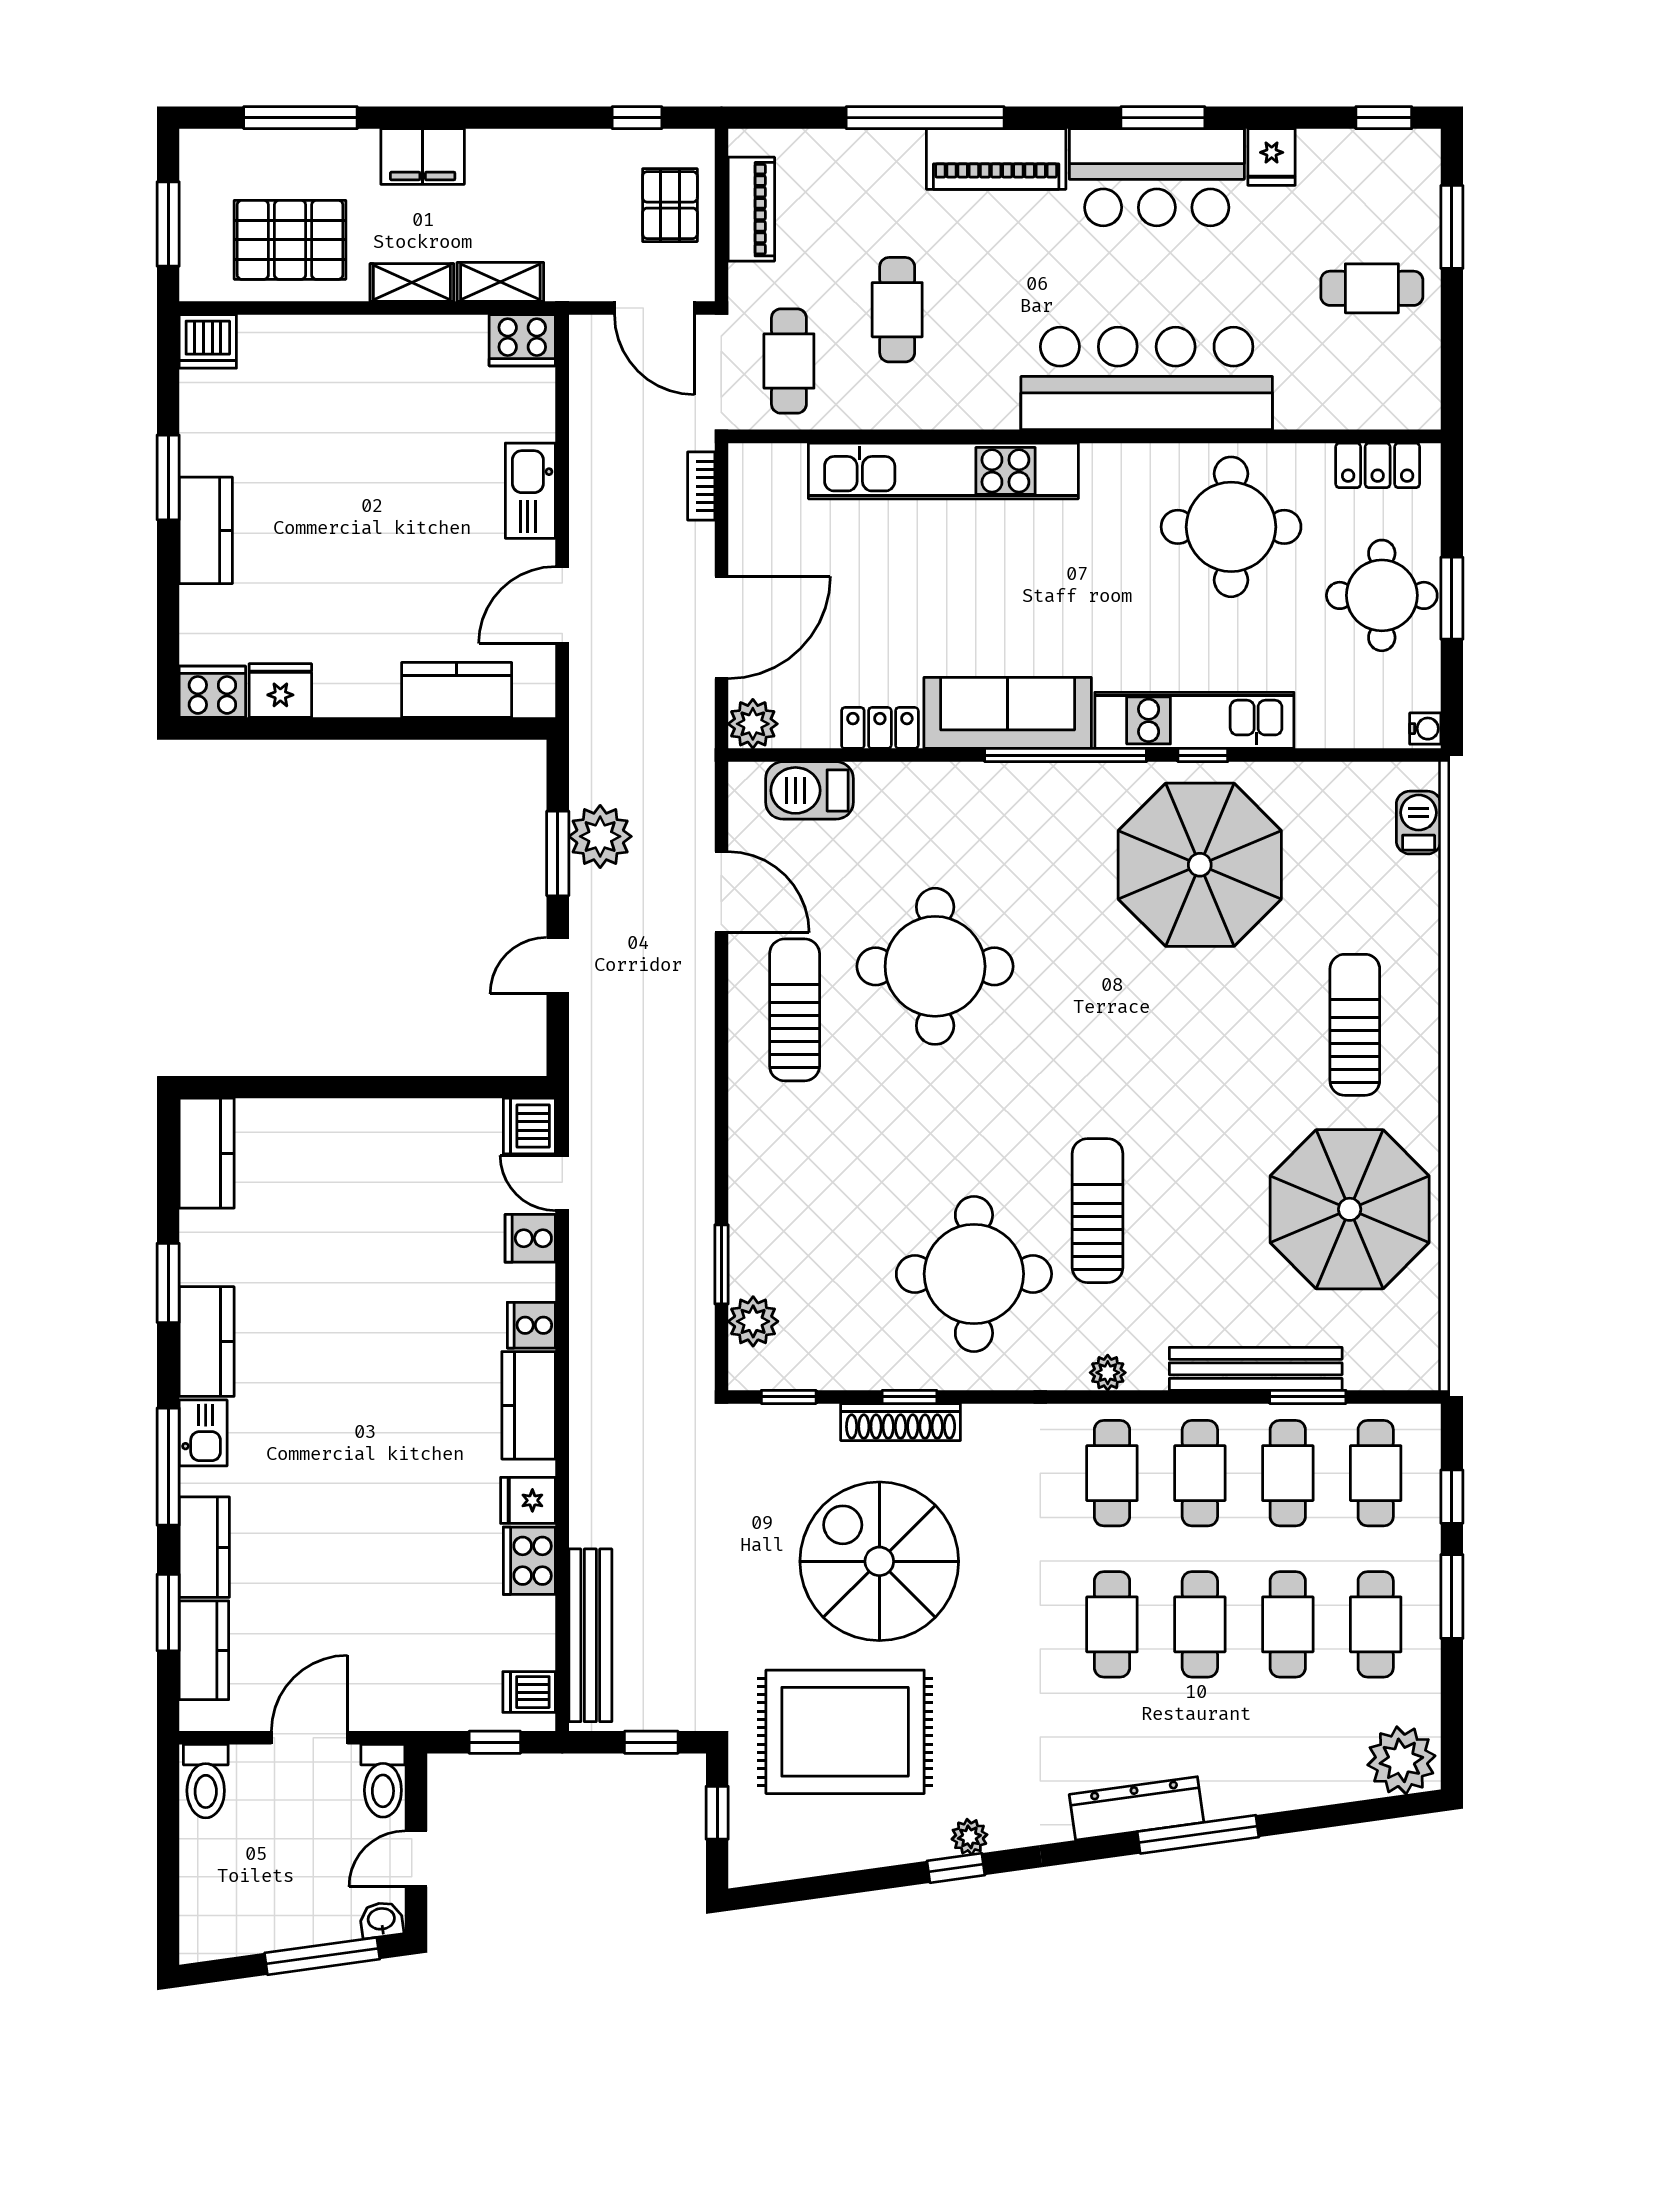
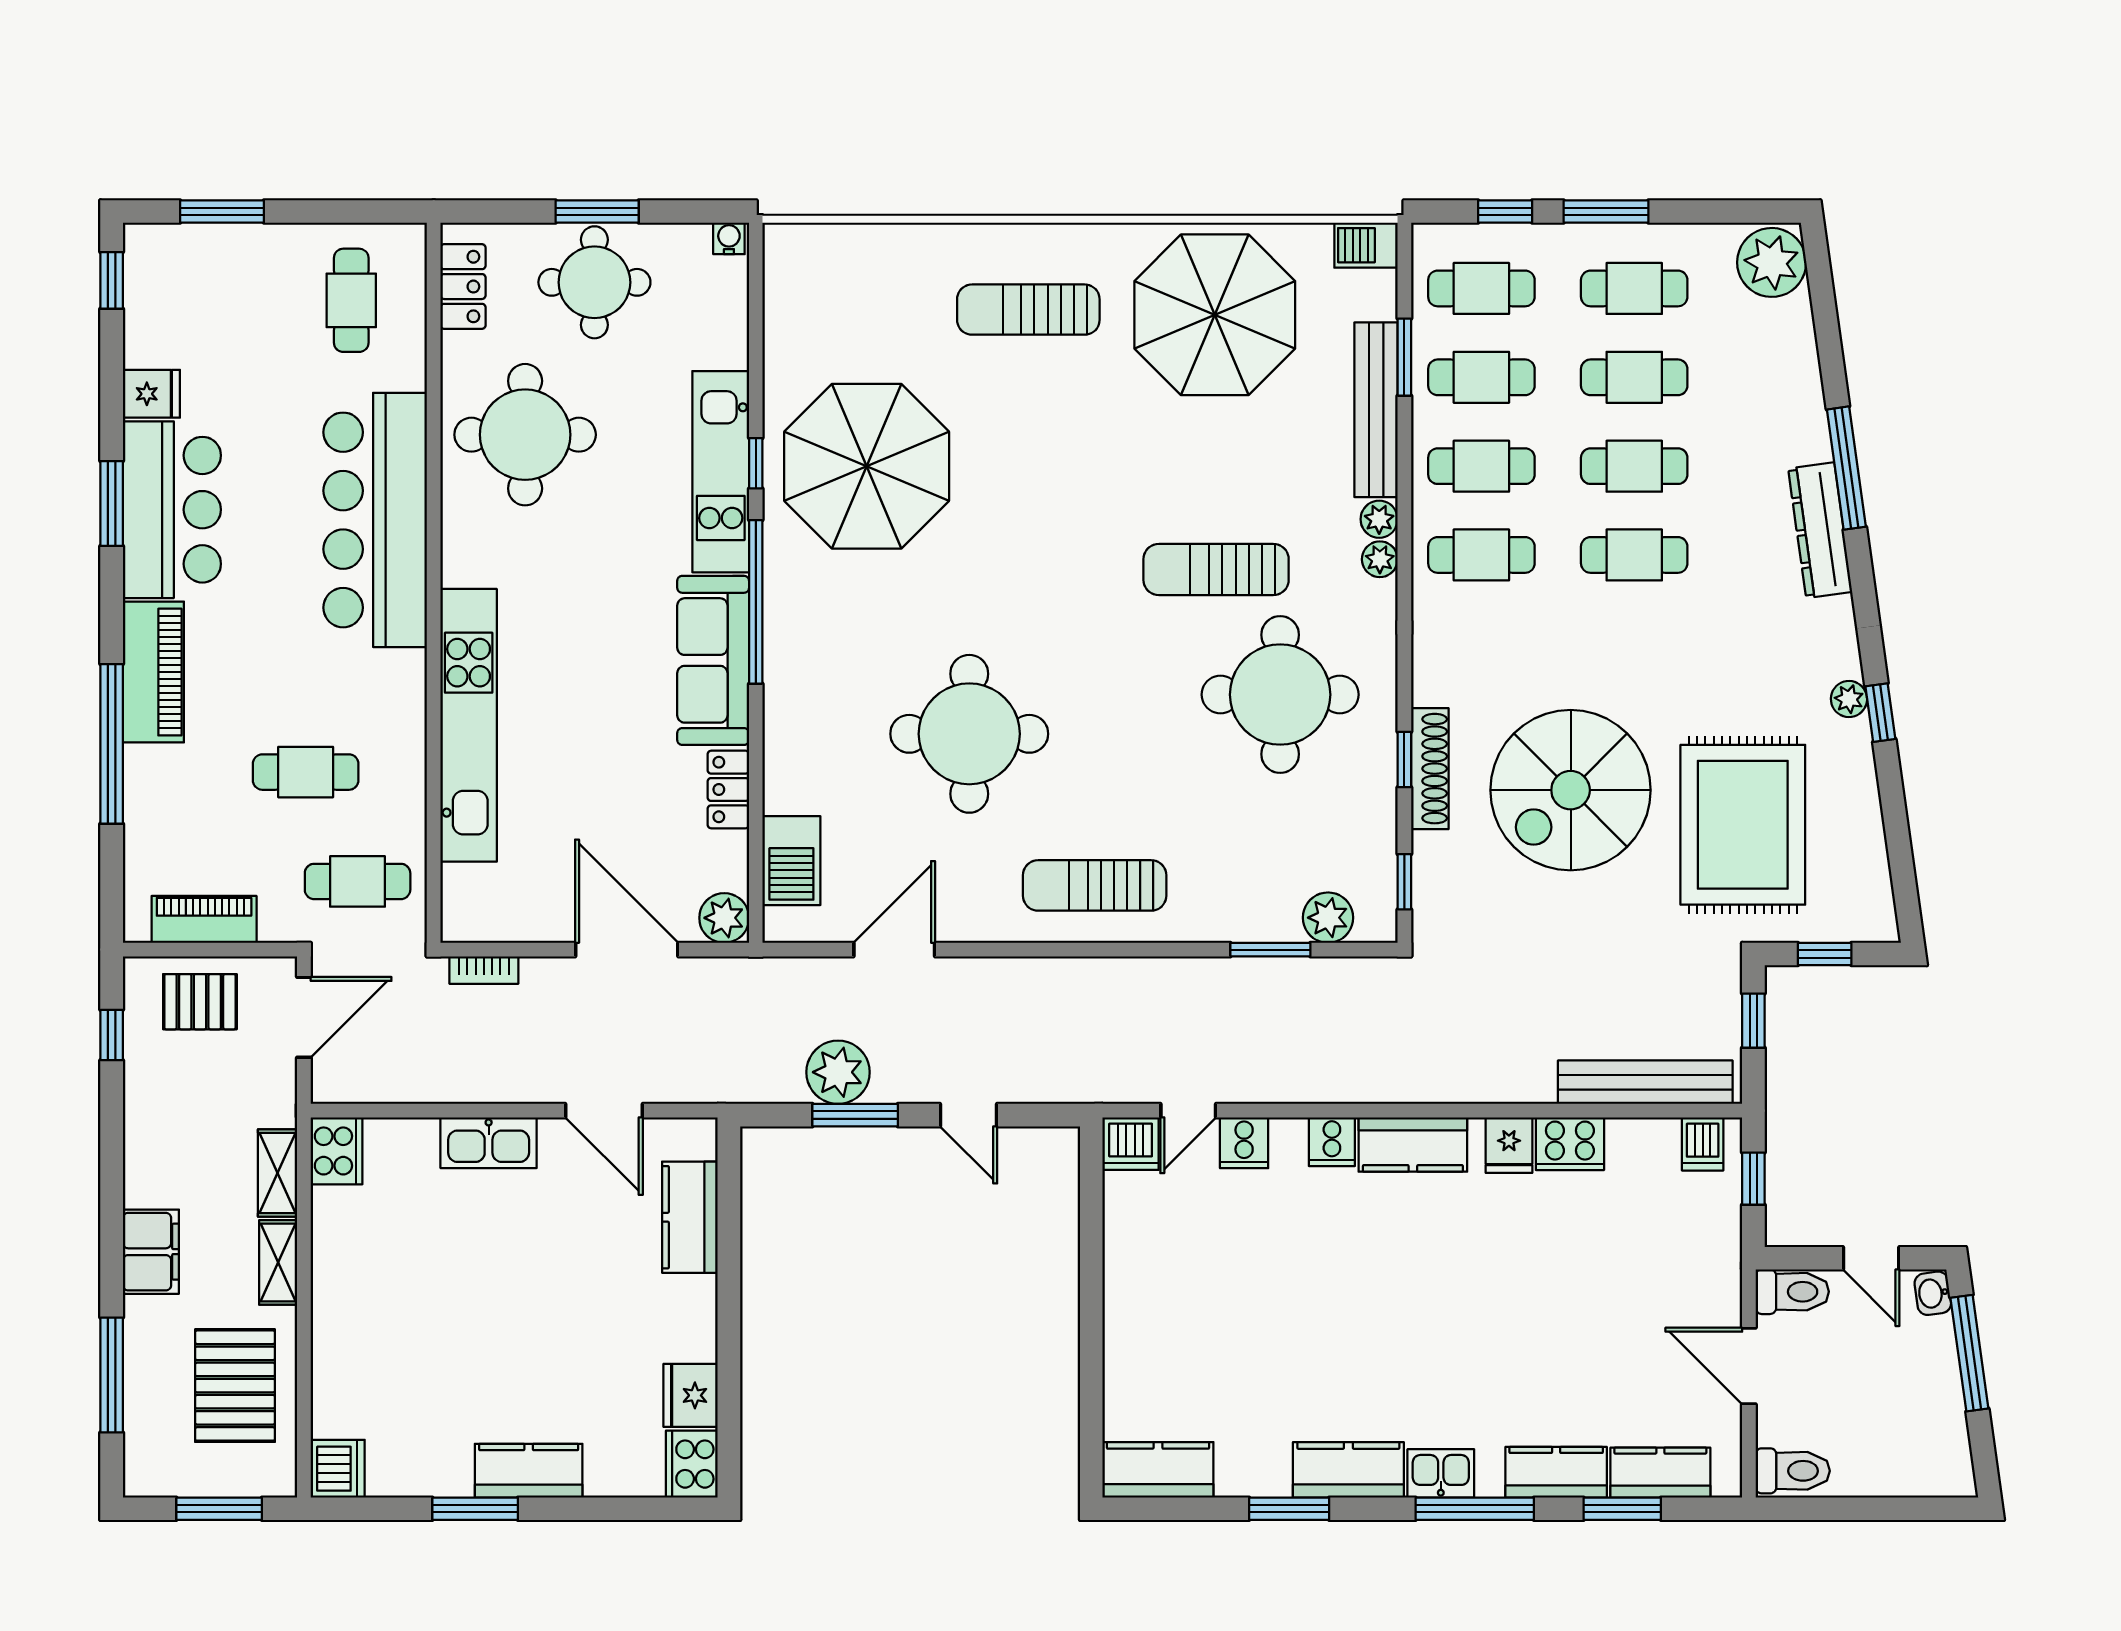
cafe table: (1372, 288) -> (351, 300), moved
barbecue: (1419, 823) -> (1366, 245), moved
sun lounger: (795, 1010) -> (1095, 885), moved
plant: (1147, 1372) -> (1379, 519), added

